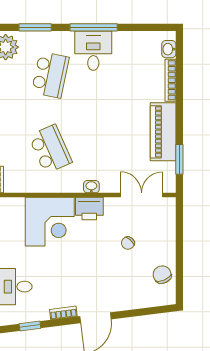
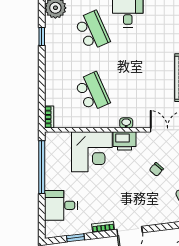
school desk: (50, 75) -> (92, 31), turned -36

